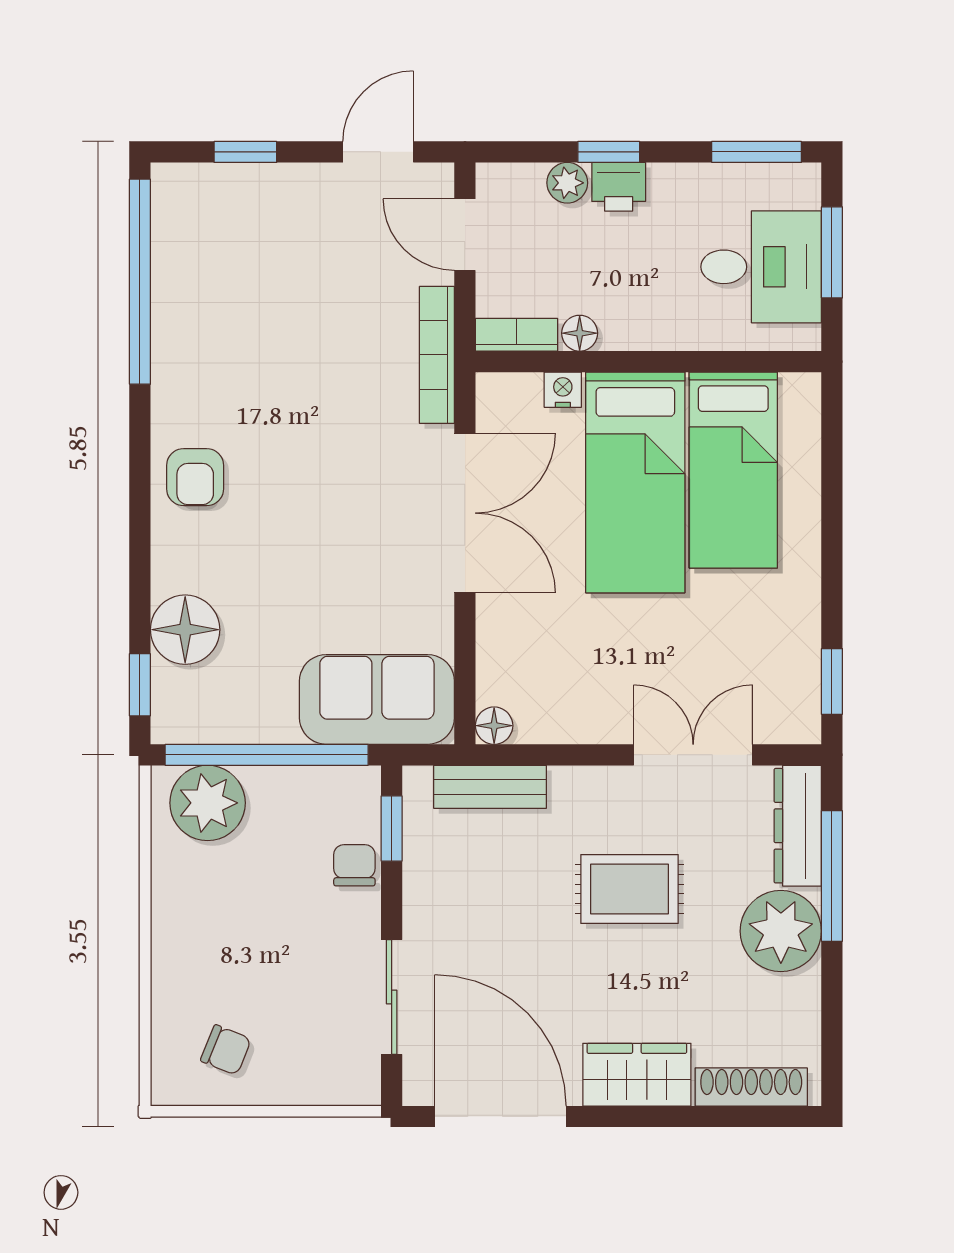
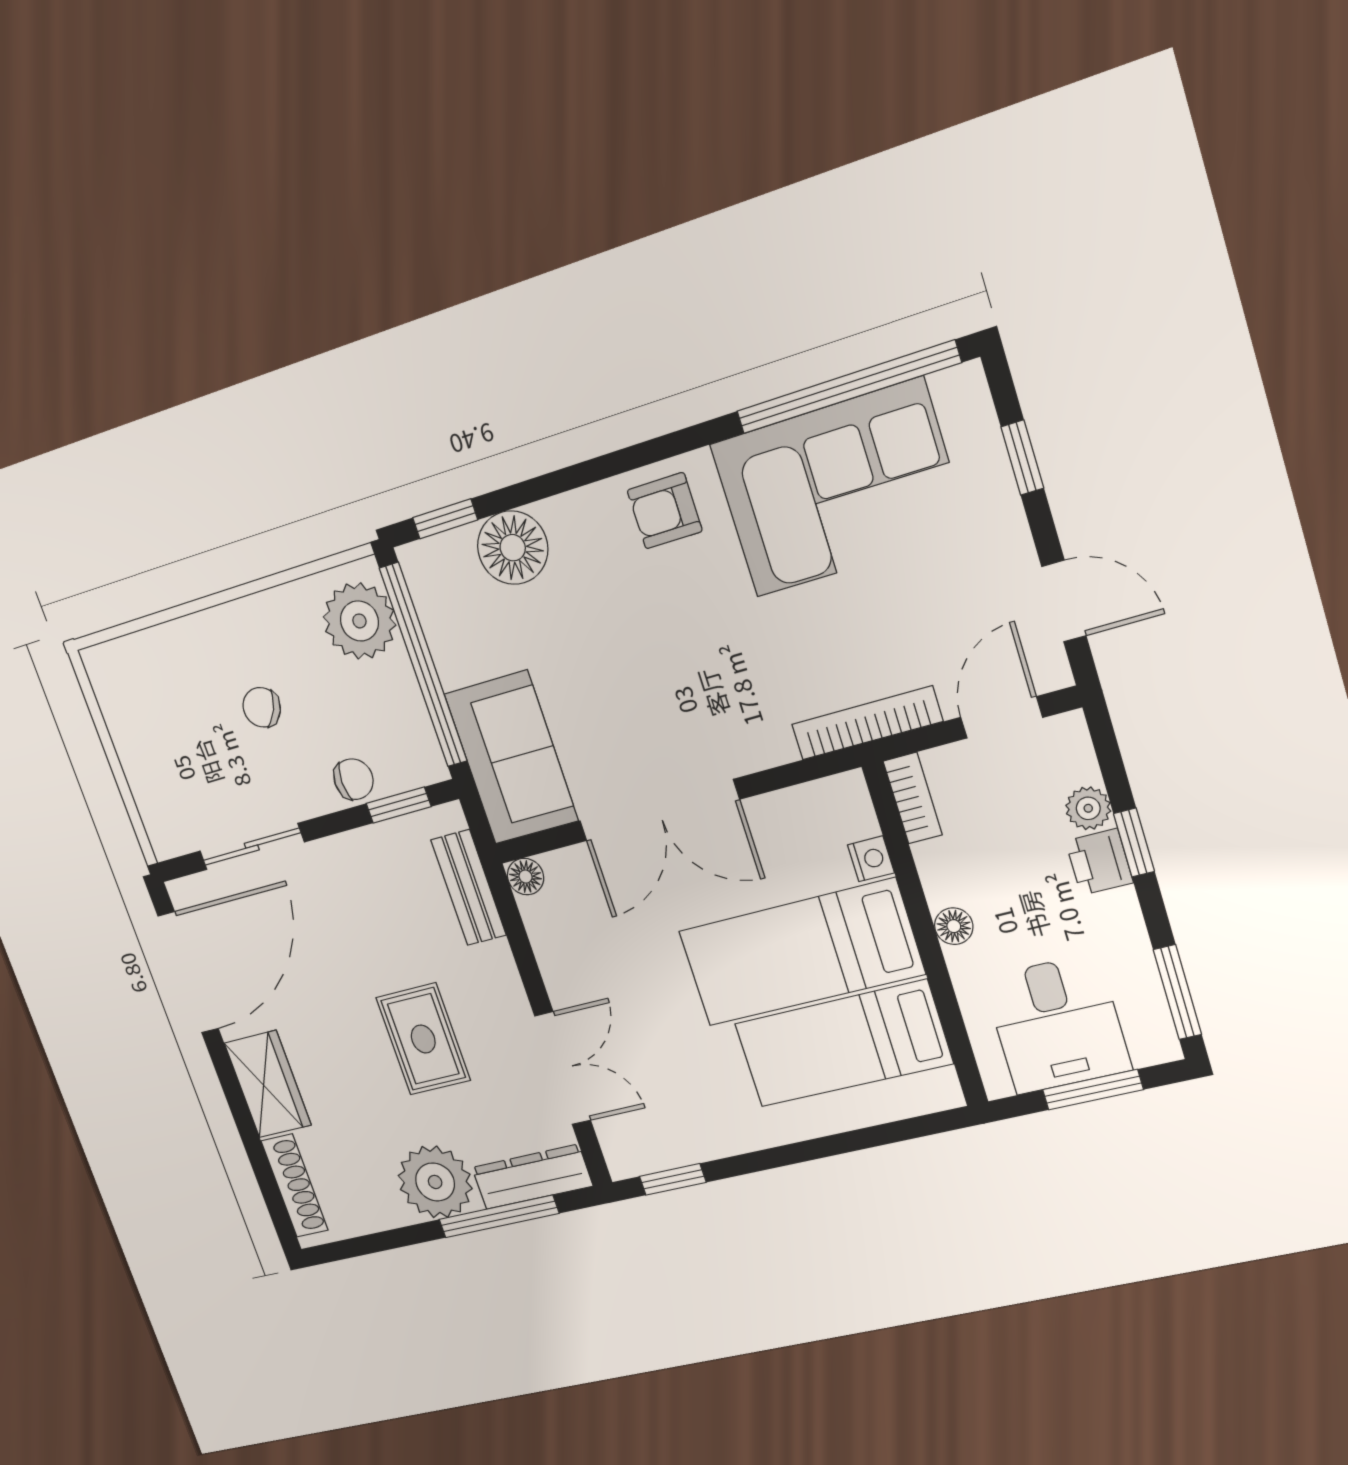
corner sofa: (223, 316) -> (839, 488), added
floor lamp: (580, 333) -> (954, 926), moved
double door: (465, 513) -> (659, 810), moved
chair: (226, 1050) -> (262, 707), moved, turned 94

